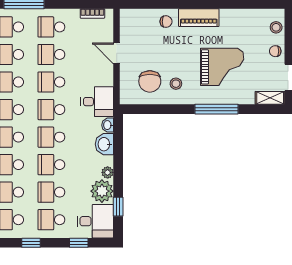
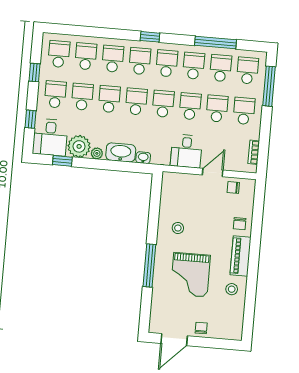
stool: (276, 27) -> (232, 289), moved
chair: (150, 81) -> (233, 187), moved, width x0.54, depth x0.54
shelving: (270, 98) -> (156, 319), removed
desk: (97, 102) -> (186, 151), moved
washbasin: (104, 144) -> (121, 152), width x1.38

